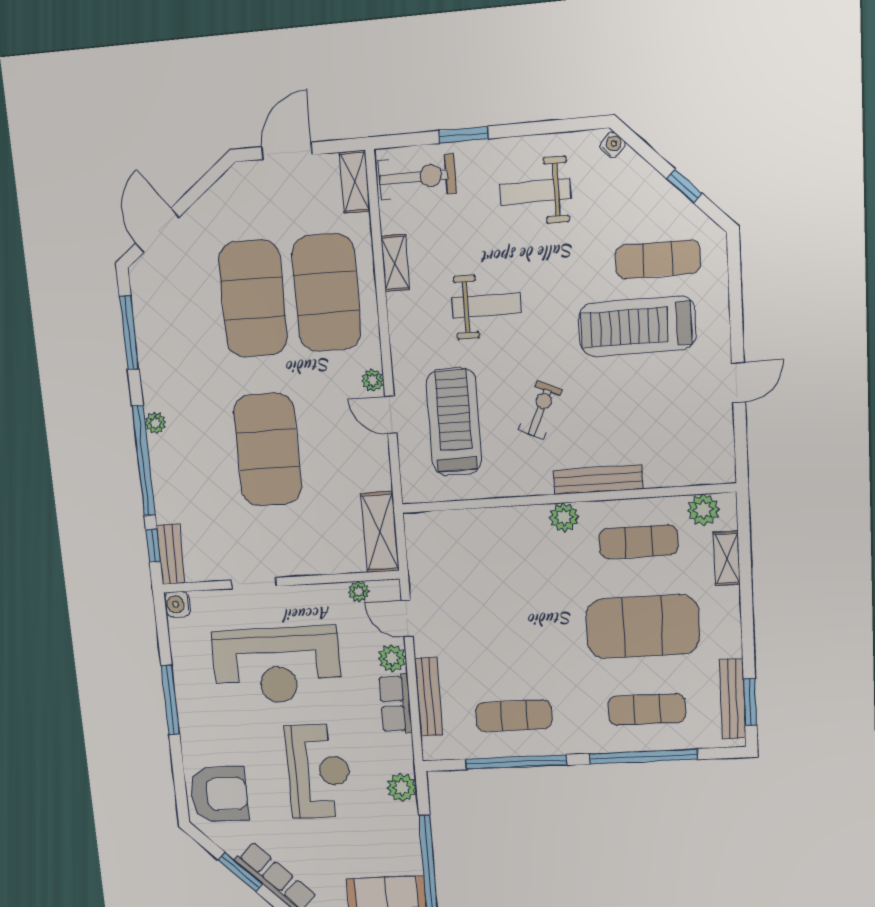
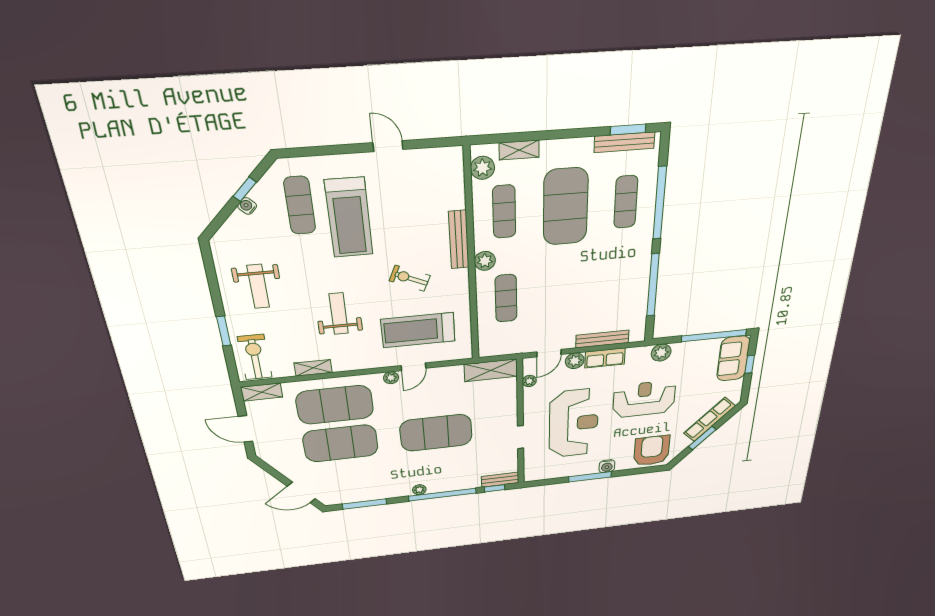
water cooler: (613, 145) -> (247, 206), moved
water cooler: (177, 604) -> (607, 466), moved
exercise mat: (514, 716) -> (506, 298), moved

